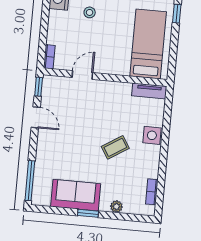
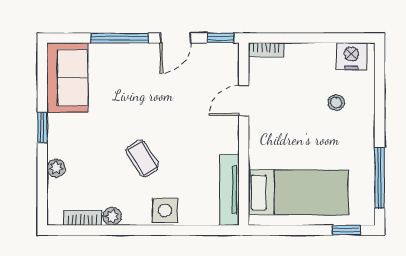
door: (82, 75) -> (244, 100), swing flipped
tv unit: (149, 91) -> (230, 190), width x1.41
plant: (153, 172) -> (112, 216), added
window: (30, 181) -> (119, 38), moved
sofa: (76, 195) -> (67, 78), moved

